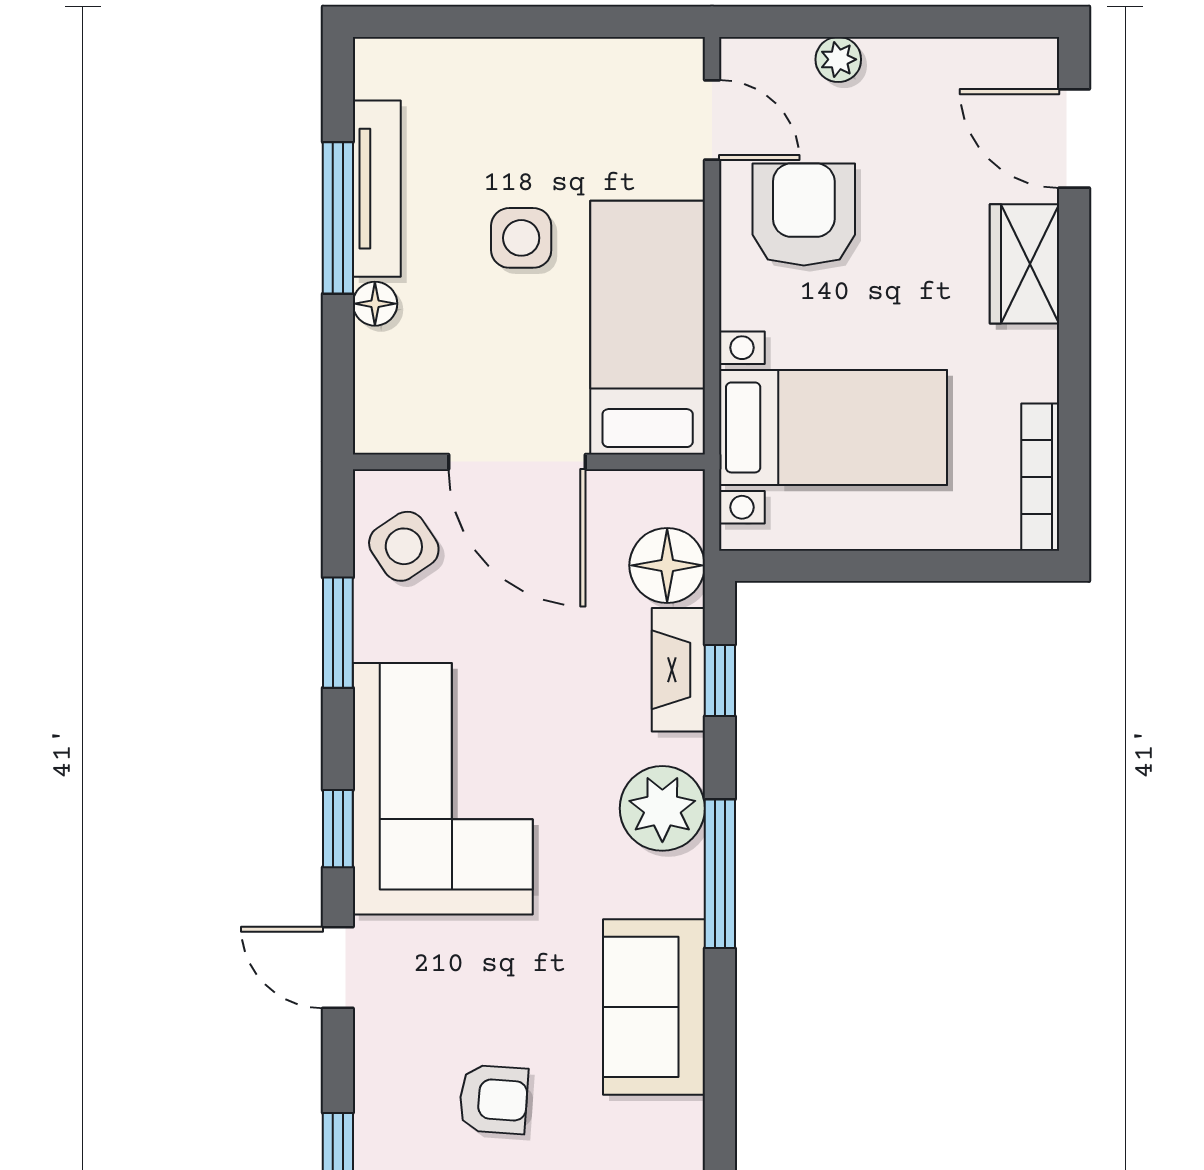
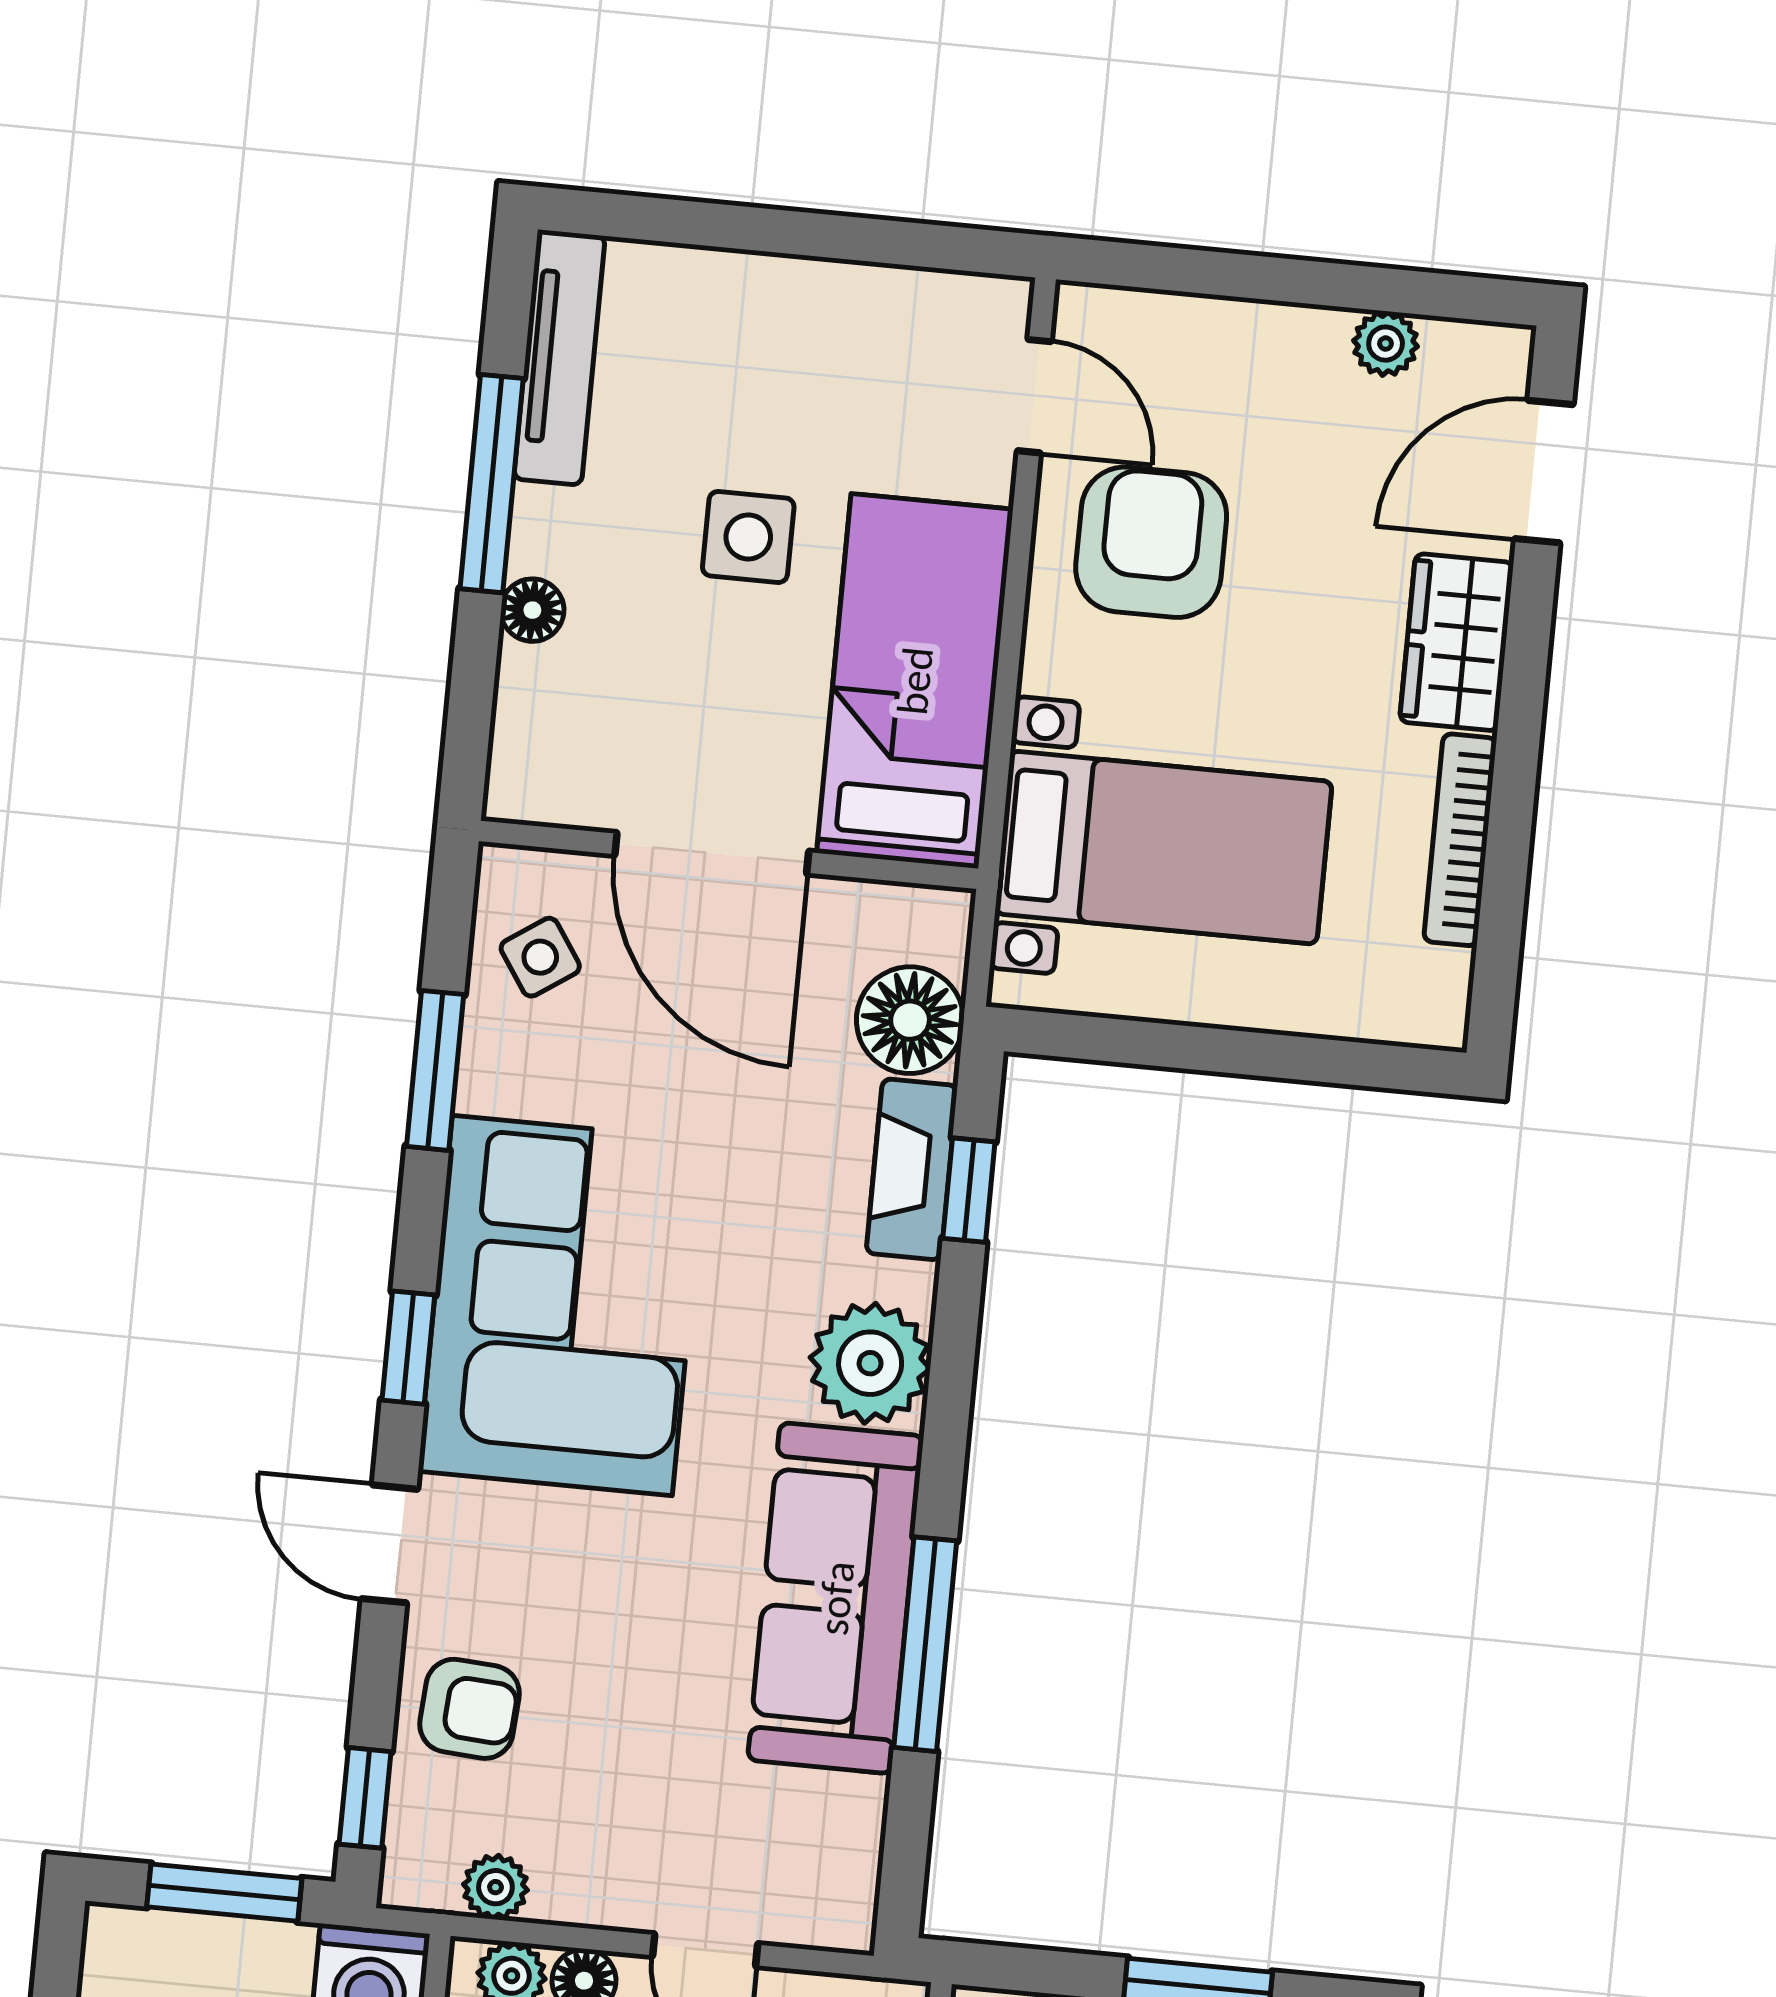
plant: (838, 59) -> (1386, 344), moved
door: (1074, 139) -> (1544, 472), hinge flipped
tv unit: (377, 189) -> (559, 357), moved
bookcase: (1040, 477) -> (1460, 840), moved
side table: (404, 546) -> (540, 957), width x0.73, depth x0.73
window: (720, 874) -> (925, 1644), moved
sofa: (654, 1007) -> (836, 1598), width x1.36
armchair: (494, 1099) -> (470, 1709), moved

